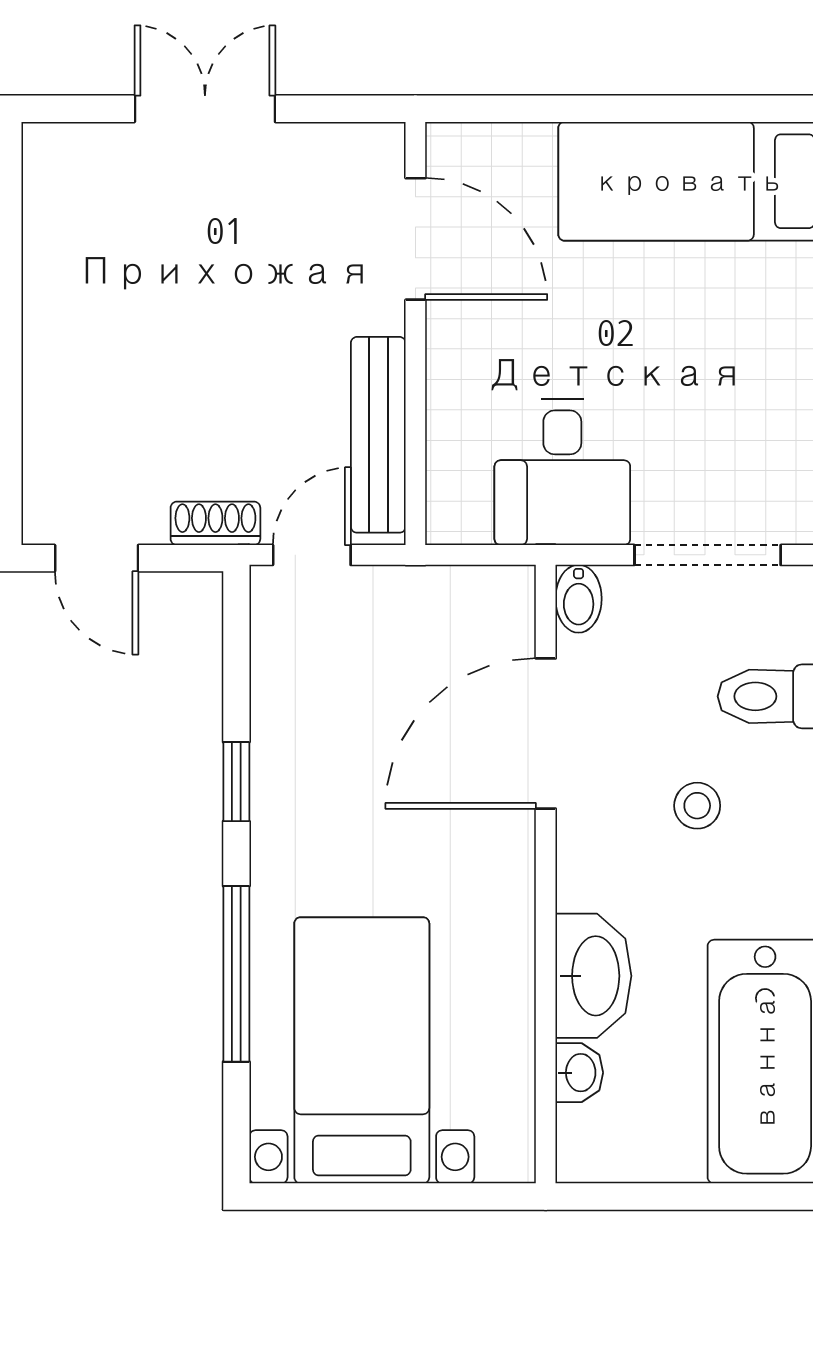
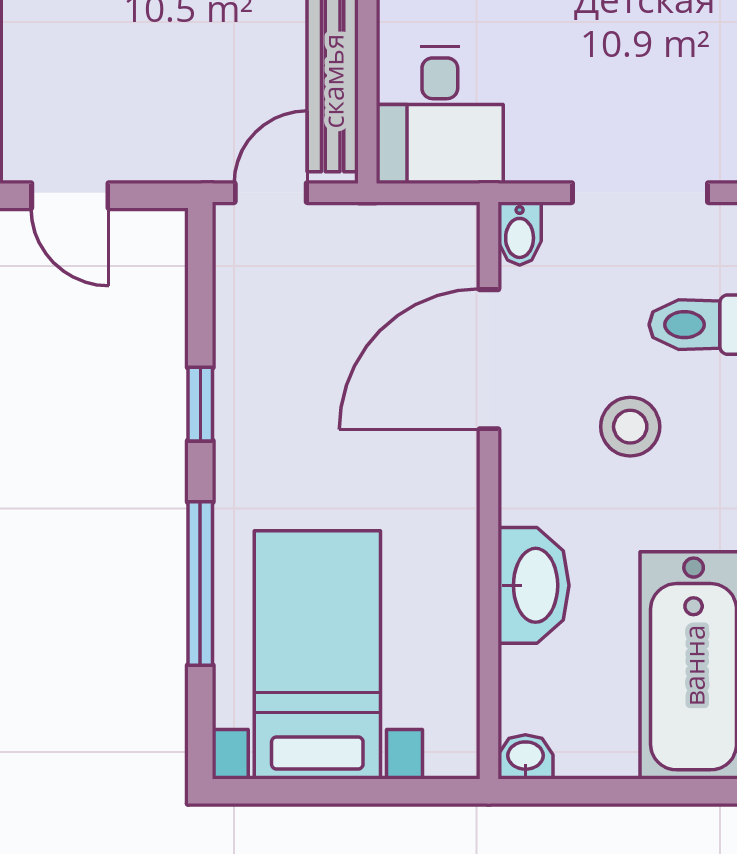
desk: (562, 472) -> (440, 115), moved
shoe rack: (215, 523) -> (181, 163), removed
stool: (697, 806) -> (630, 427), width x1.37, depth x1.37
washbasin: (579, 1073) -> (525, 757), moved, turned -90

